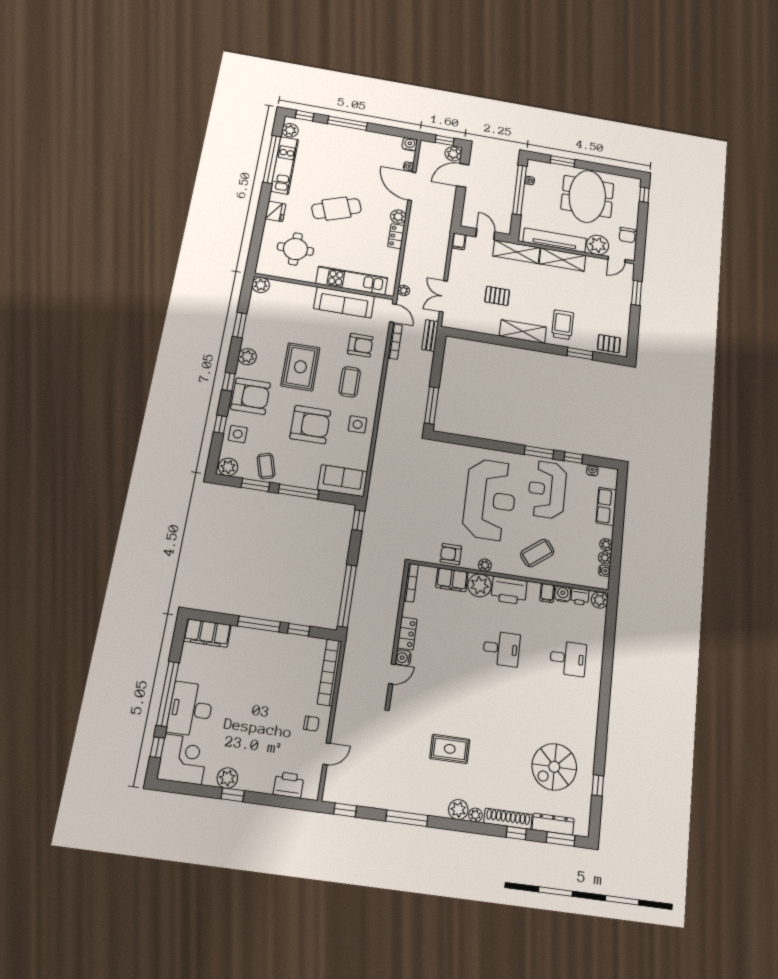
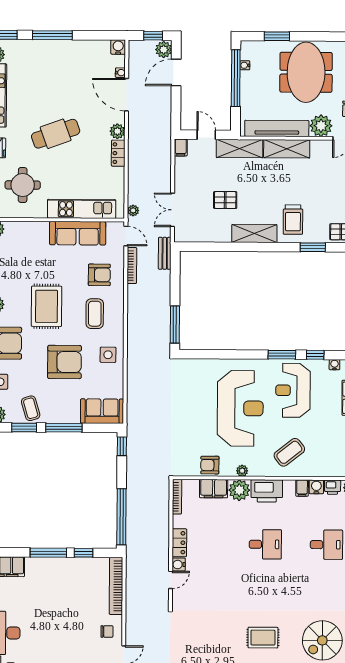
trolley: (563, 325) -> (293, 220), turned 180
rug: (450, 749) -> (263, 638), moved

